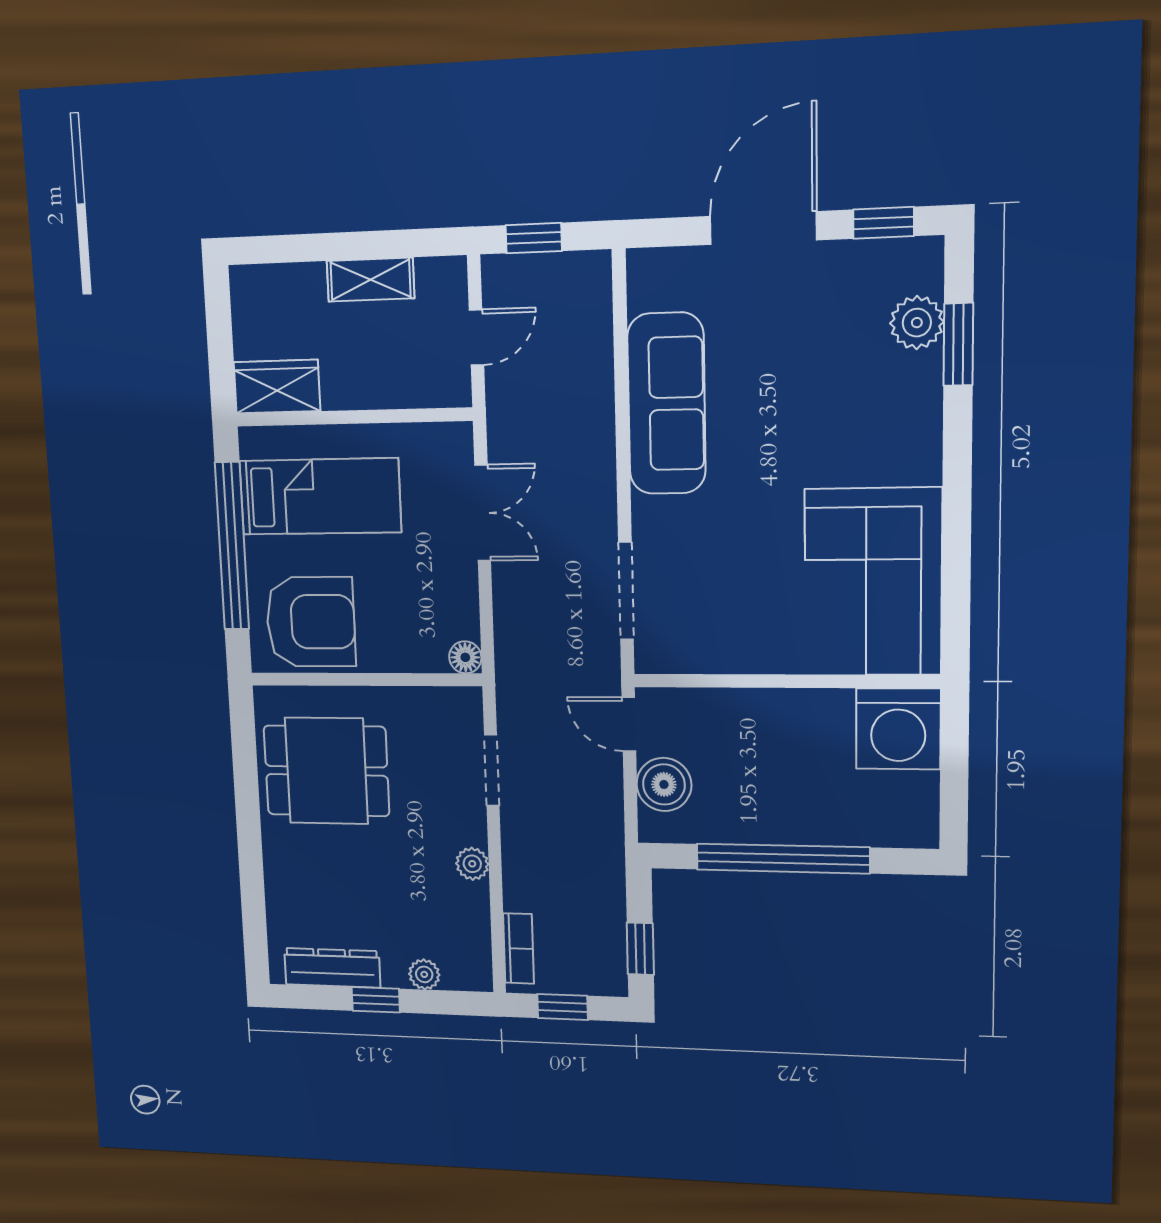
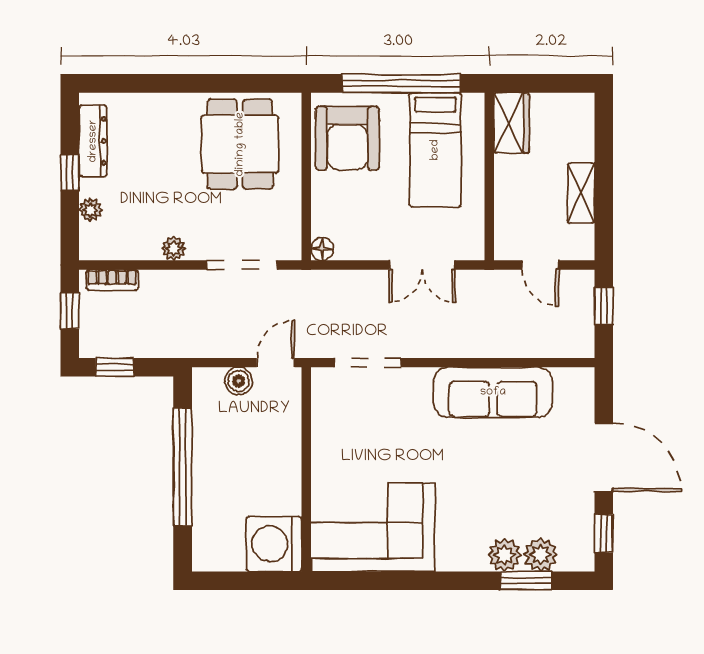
plant: (917, 379) -> (505, 555), added
doorway: (492, 770) -> (242, 265), width x1.38
boiler: (664, 784) -> (239, 381), width x0.73, depth x0.73

